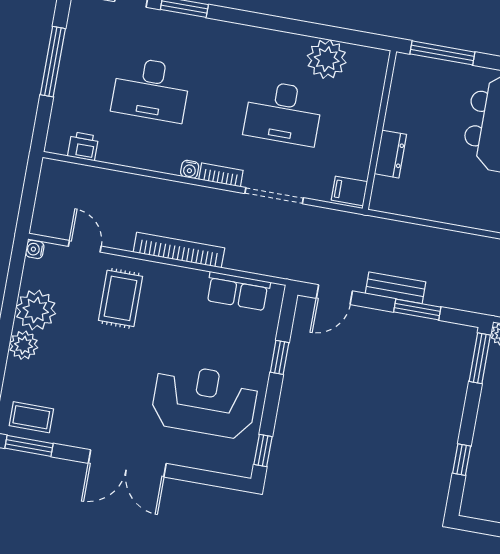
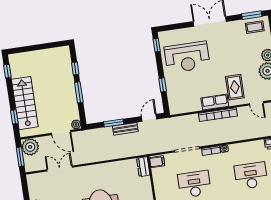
dresser: (390, 154) -> (143, 167), moved
row of seats: (238, 291) -> (215, 102), moved
window: (480, 358) -> (79, 92), moved

